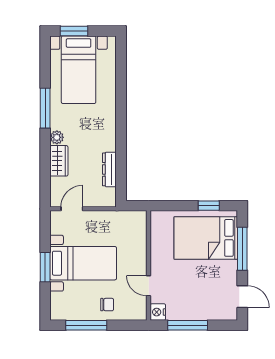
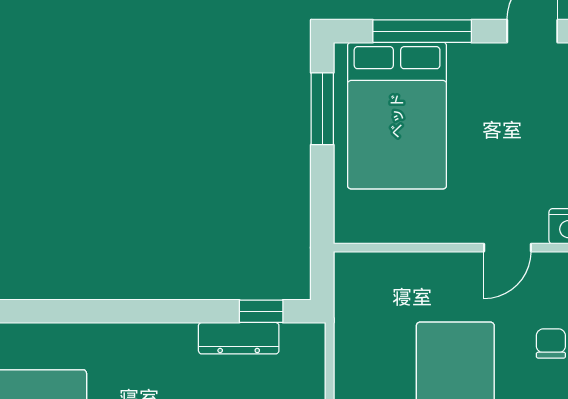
window: (121, 179) -> (261, 311), added
window: (209, 206) -> (322, 109), width x1.50

